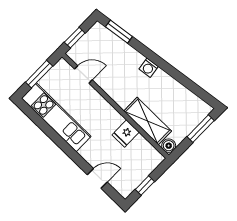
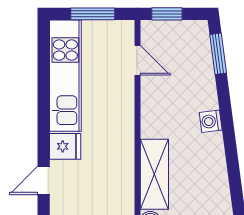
fridge: (126, 134) -> (65, 146), moved, turned 180
door: (97, 178) -> (44, 180), swing flipped

